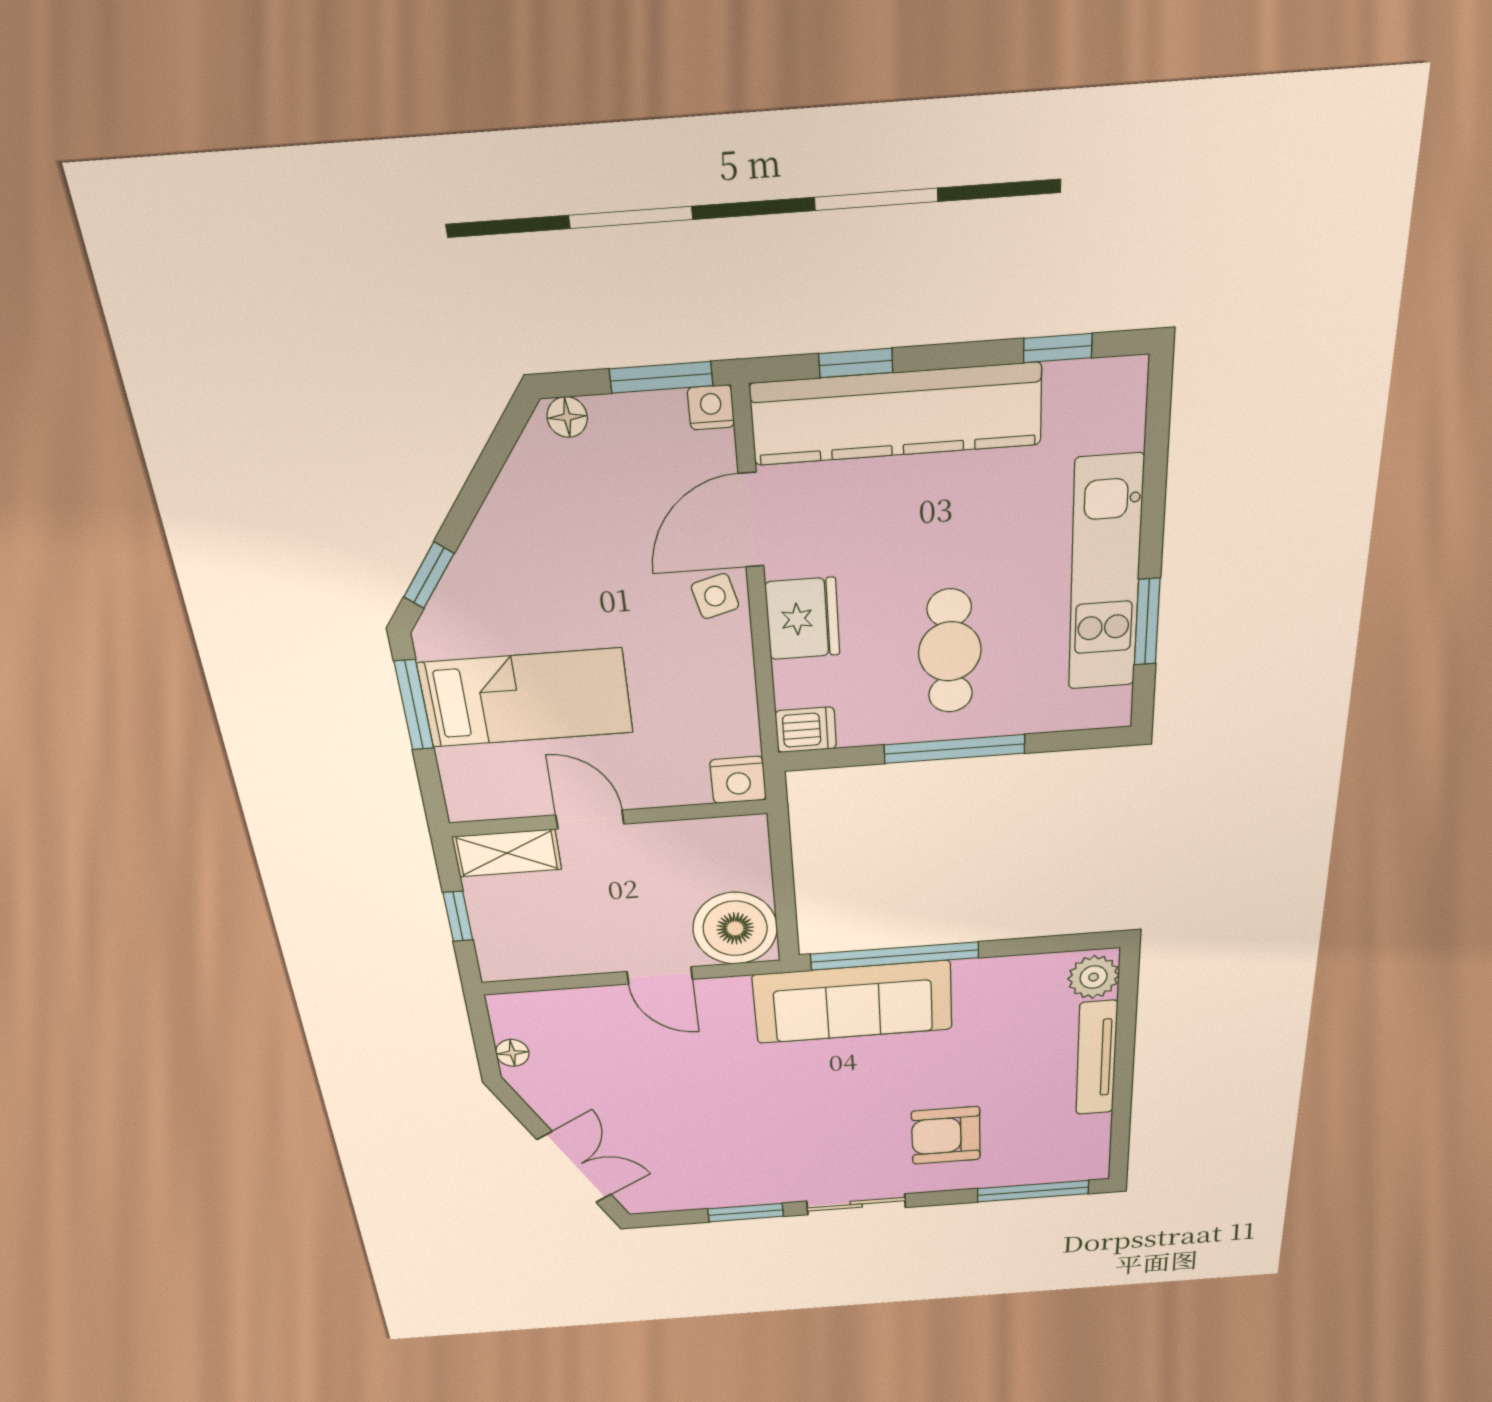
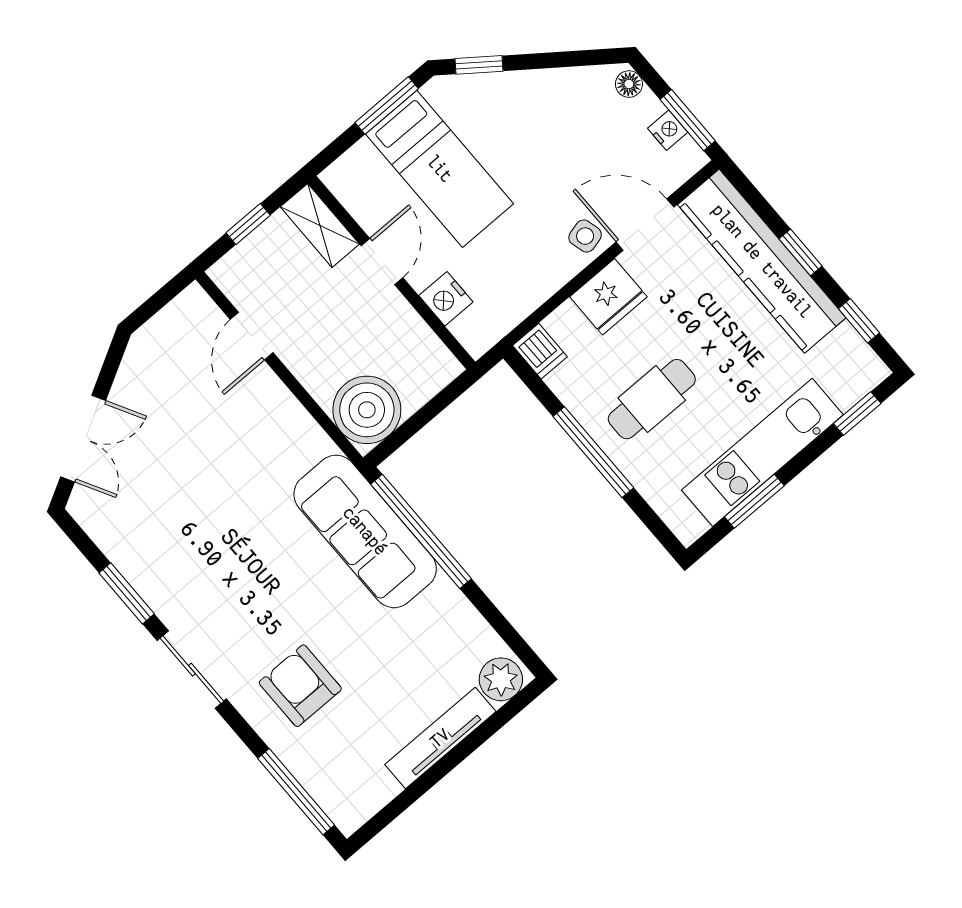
window: (856, 363) -> (801, 252), moved
nightstand: (711, 407) -> (668, 130), moved
window: (1157, 434) -> (857, 413), added
nightstand: (738, 780) -> (446, 299), moved
door: (660, 975) -> (252, 336), moved
floor lamp: (512, 1053) -> (158, 329), removed

